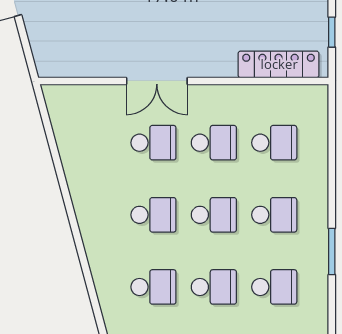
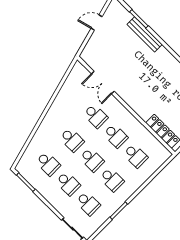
double door: (157, 81) -> (103, 82), moved

